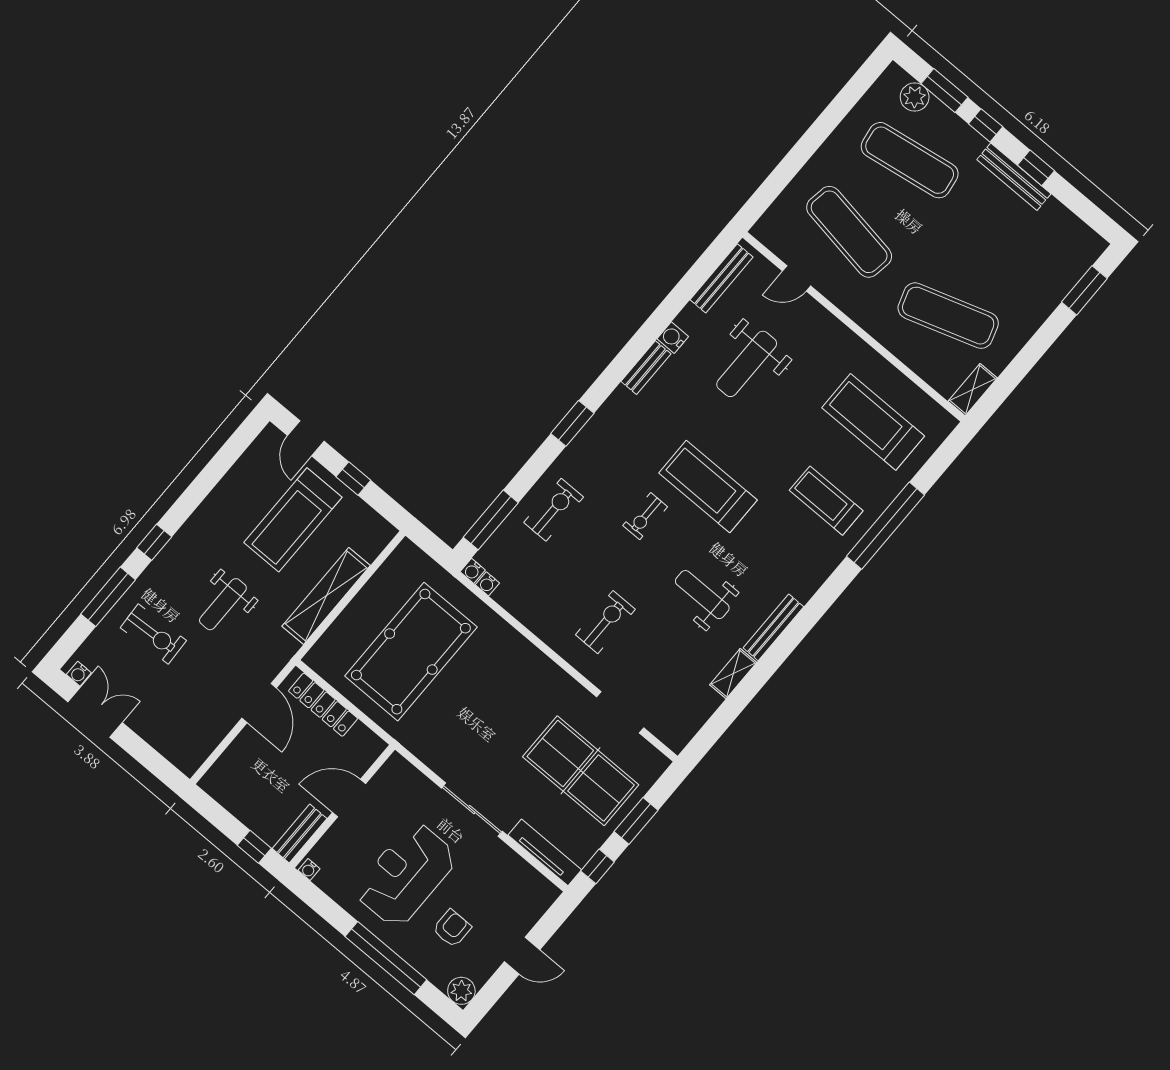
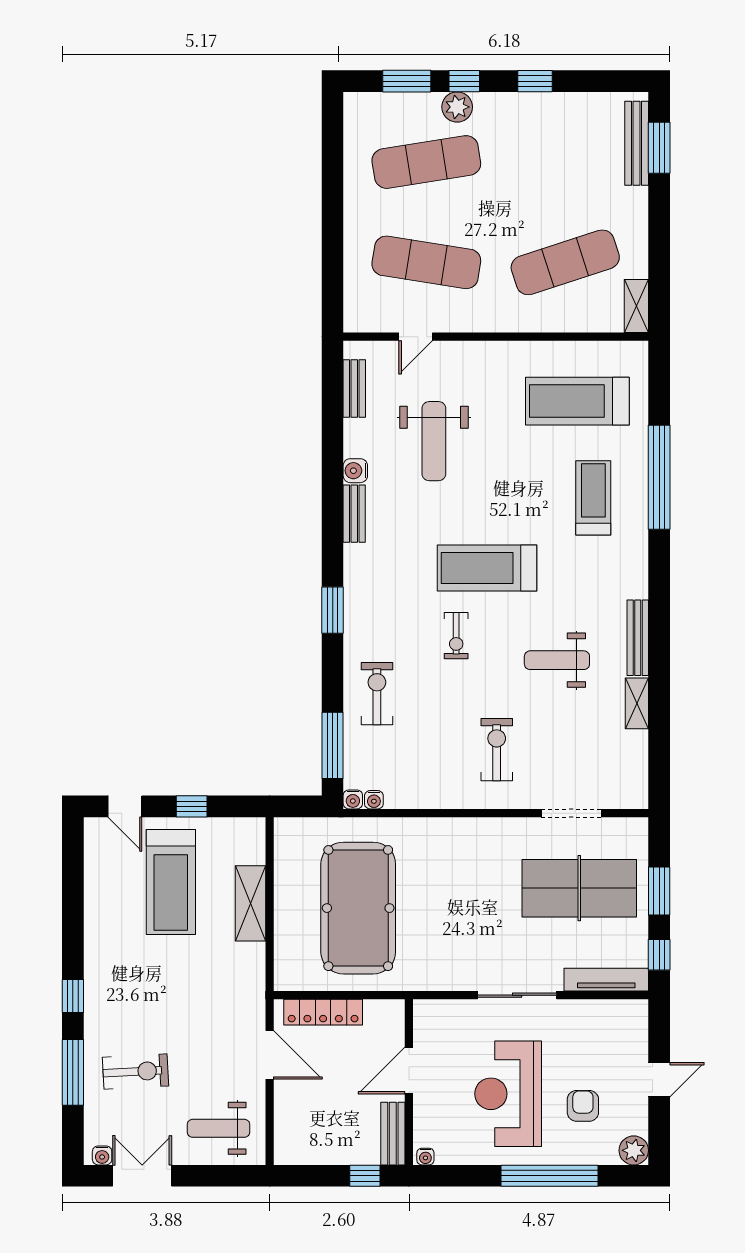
plant: (915, 97) -> (457, 107), moved
bench: (1014, 177) -> (637, 143), moved, turned 90
bench: (722, 278) -> (354, 388), width x0.73
treadmill: (826, 501) -> (593, 498), turned 90
shelving: (326, 596) -> (251, 903), width x0.68
weight bench: (223, 604) -> (219, 1128), moved, turned 90

